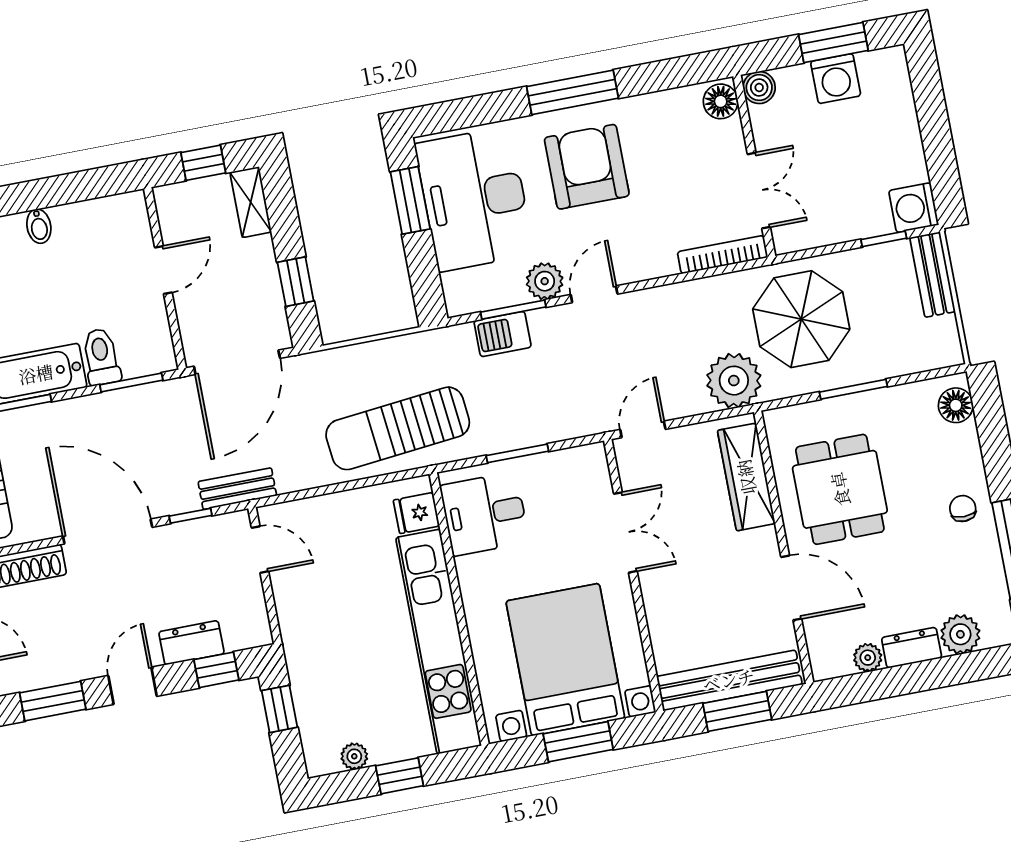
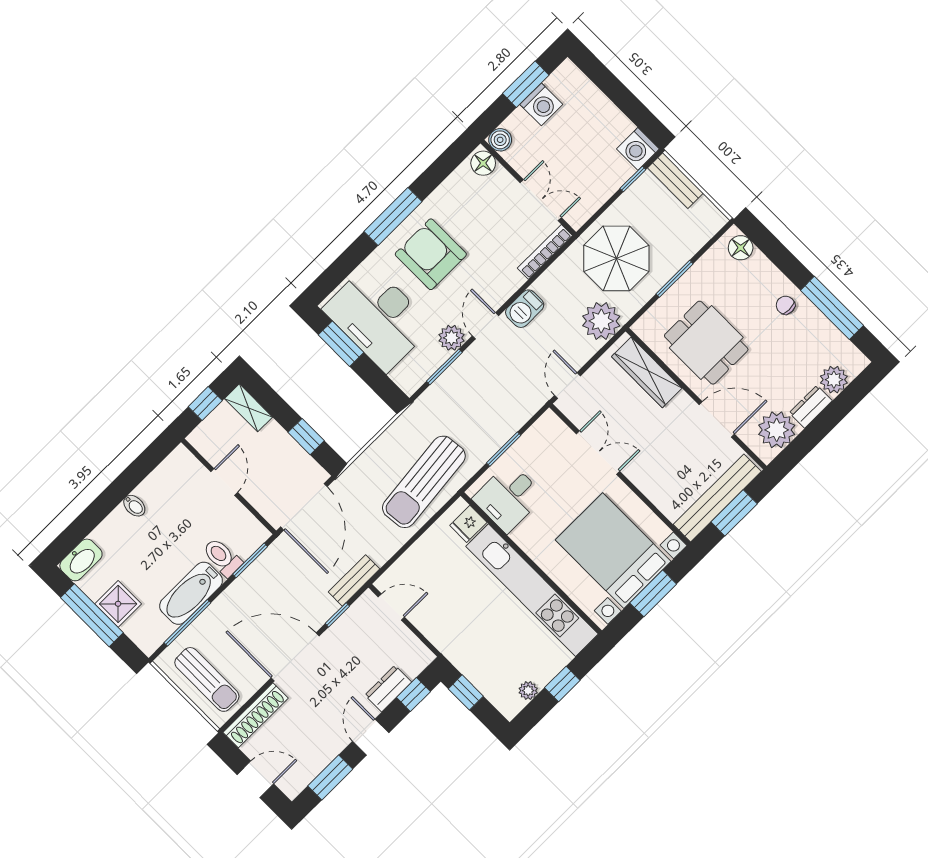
barbecue: (503, 334) -> (525, 309), moved
plant: (868, 658) -> (777, 430), width x1.88, depth x1.88

